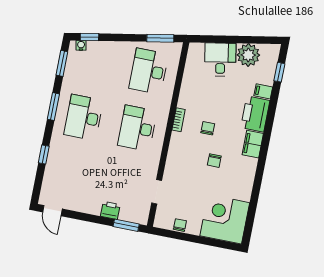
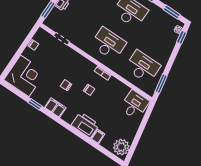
plant: (248, 55) -> (121, 147), moved
desk: (220, 60) -> (135, 105), moved, turned -80
window: (279, 72) -> (35, 104), moved
filing cabinet: (253, 144) -> (55, 108), moved

